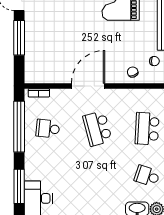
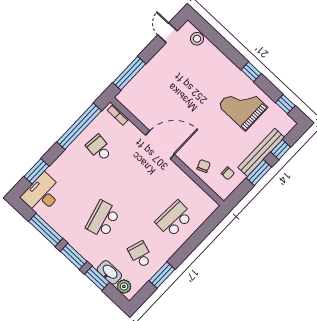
window: (19, 38) -> (129, 73), moved
school desk: (97, 129) -> (103, 219), moved
window: (19, 186) -> (36, 171), width x0.69

